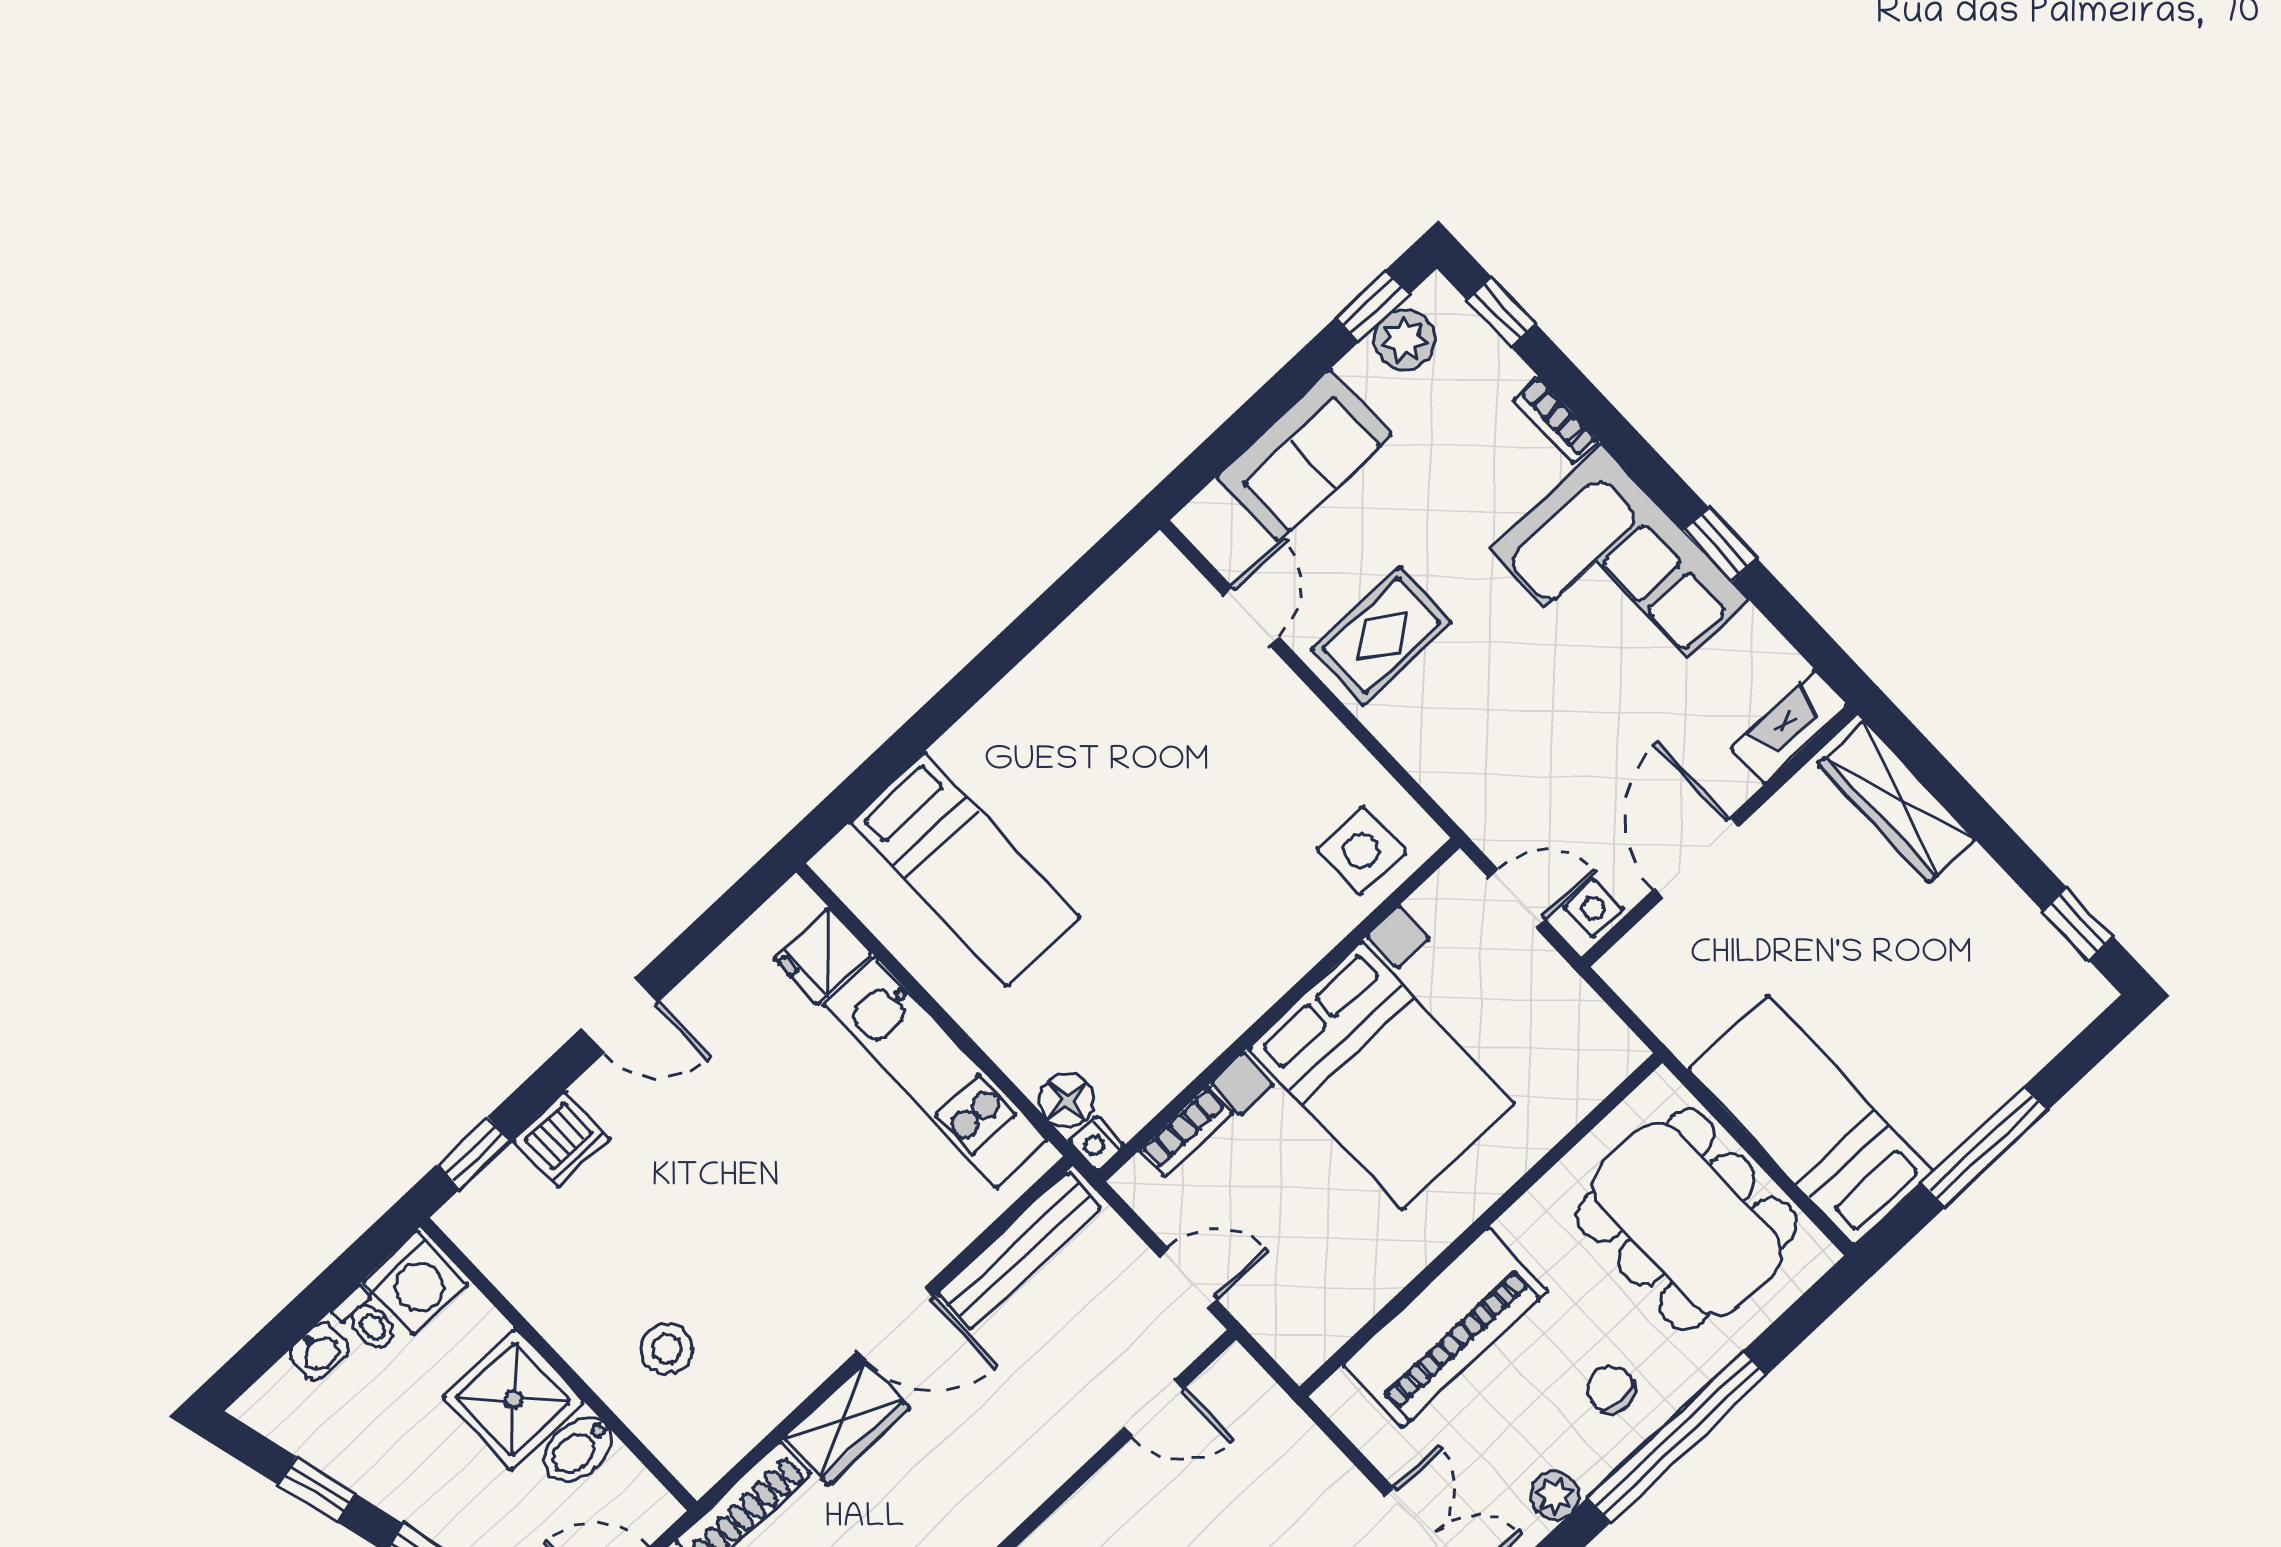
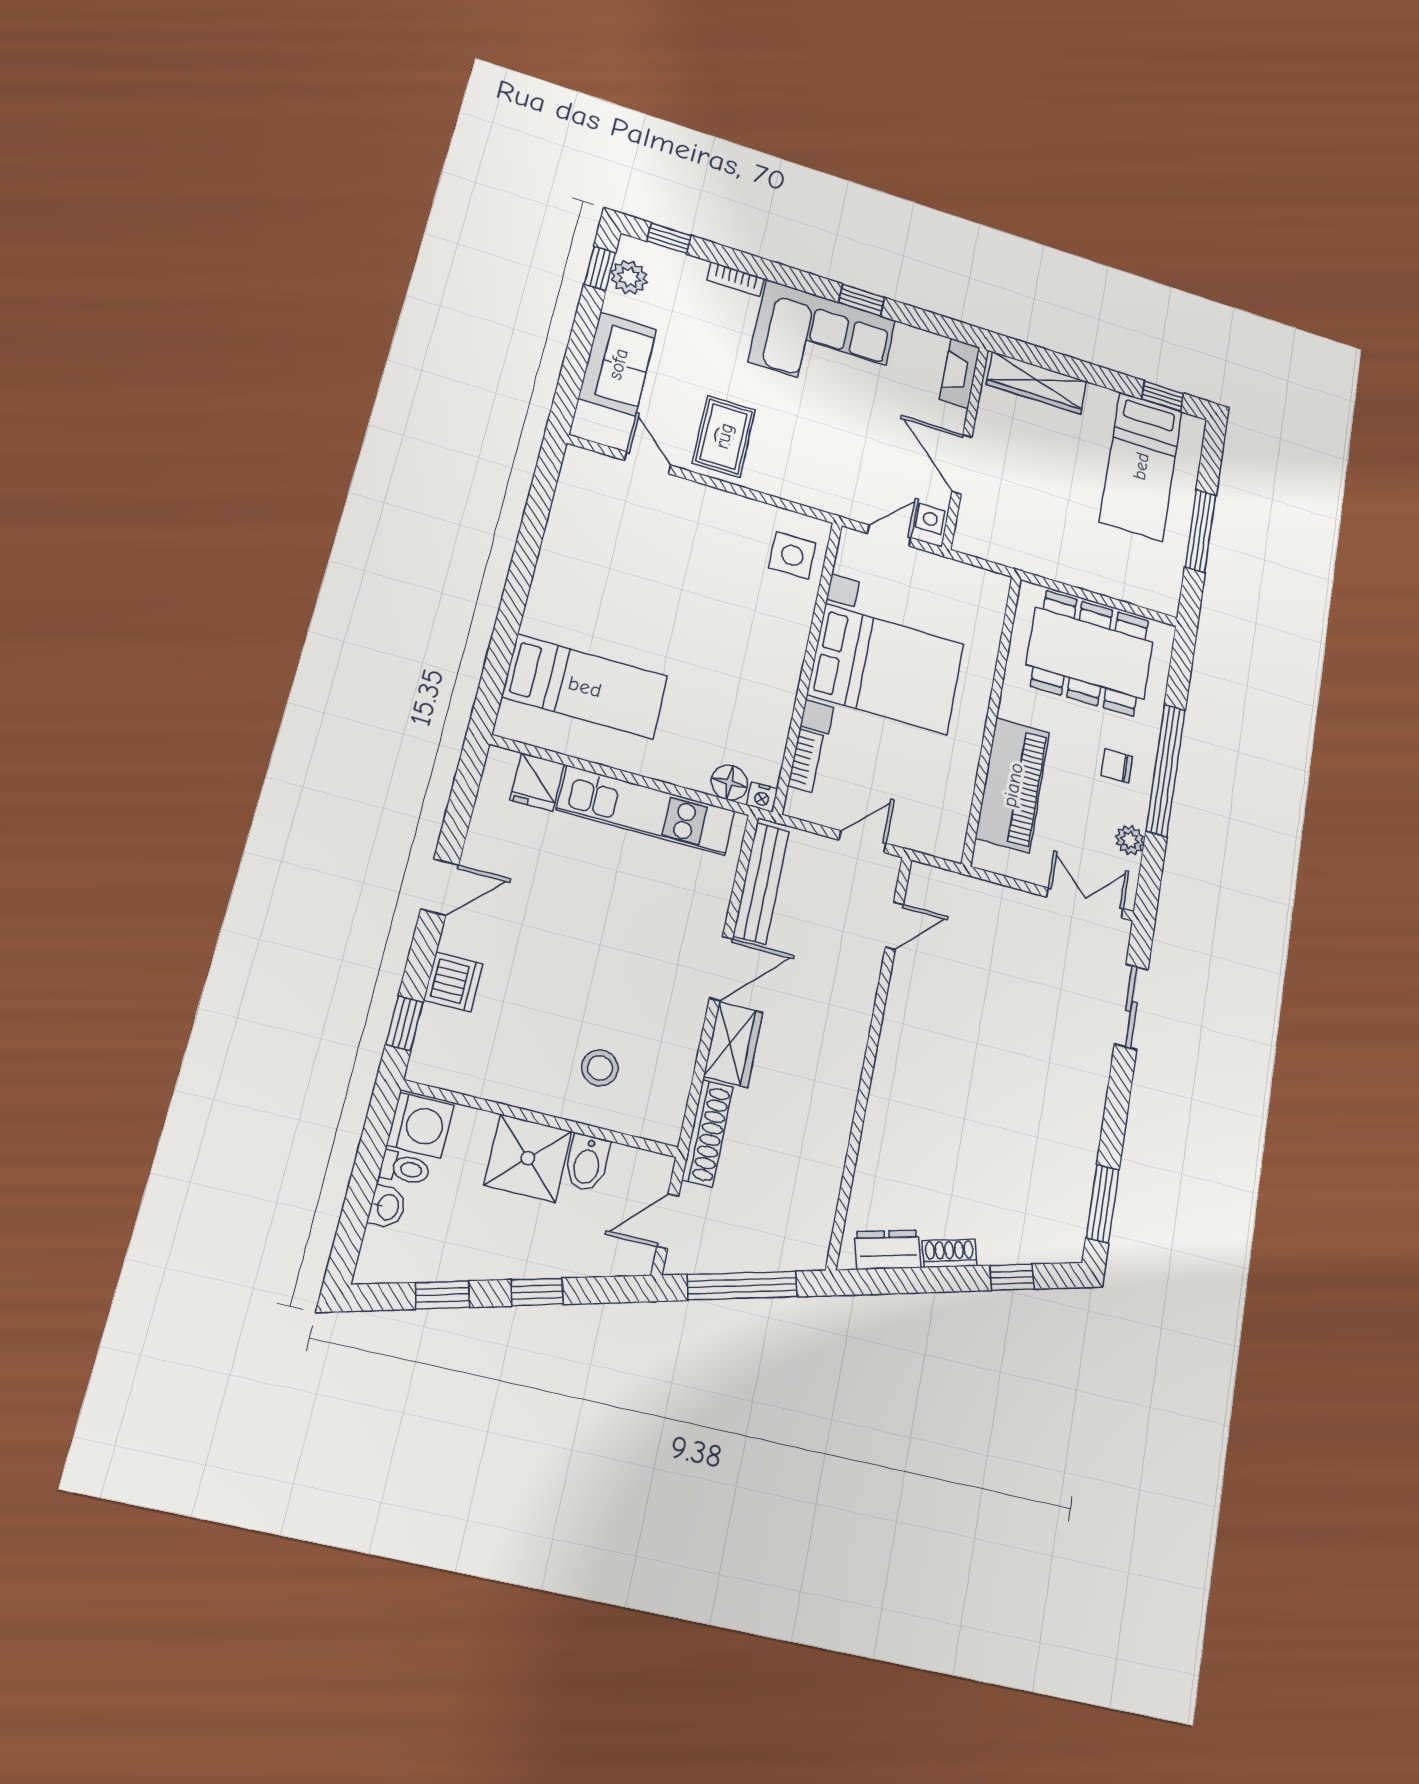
bed: (1810, 1120) -> (1141, 466), moved, turned -90

